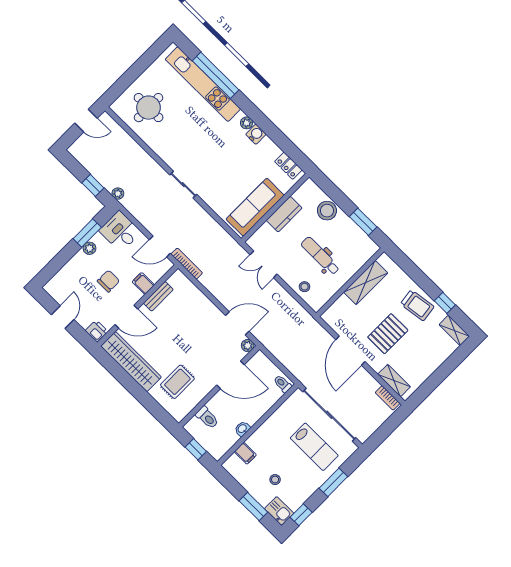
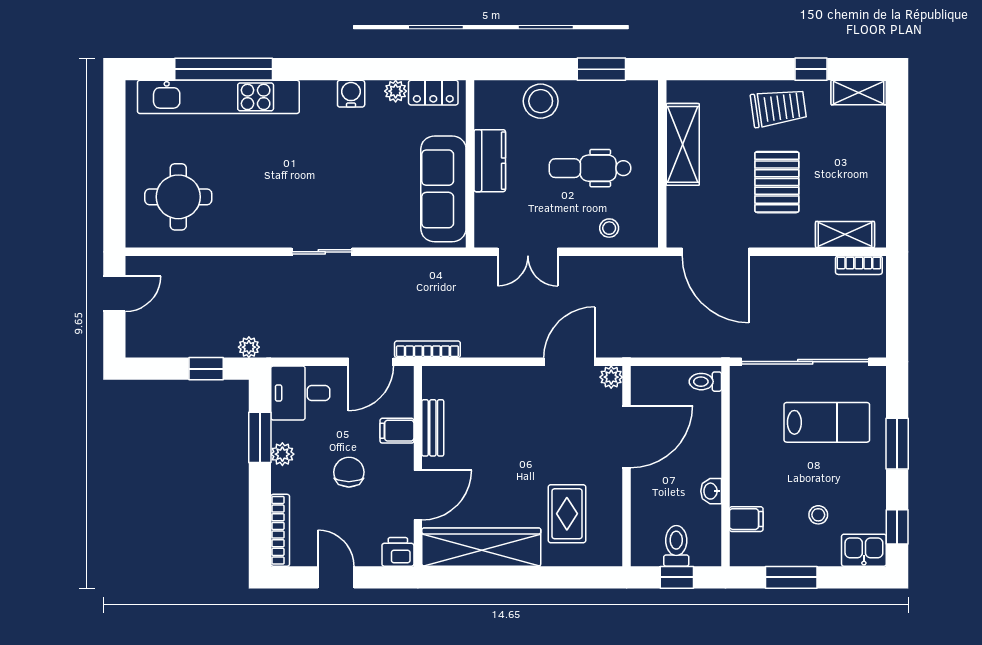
plant: (247, 123) -> (396, 91), moved
bookcase: (59, 277) -> (280, 530), added
door: (350, 351) -> (716, 252), moved
toilet: (207, 418) -> (676, 546), moved, turned -90
window: (253, 507) -> (791, 577), moved

